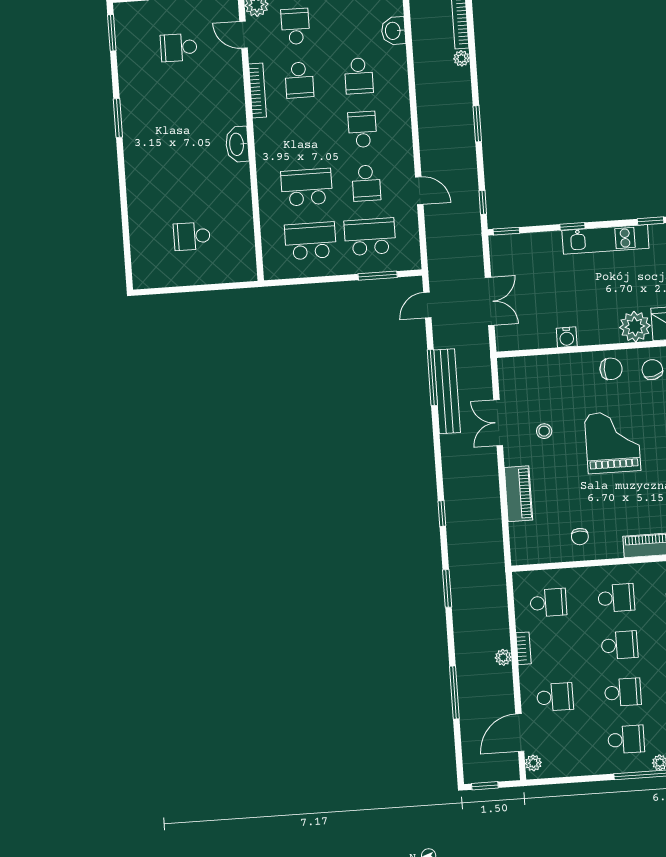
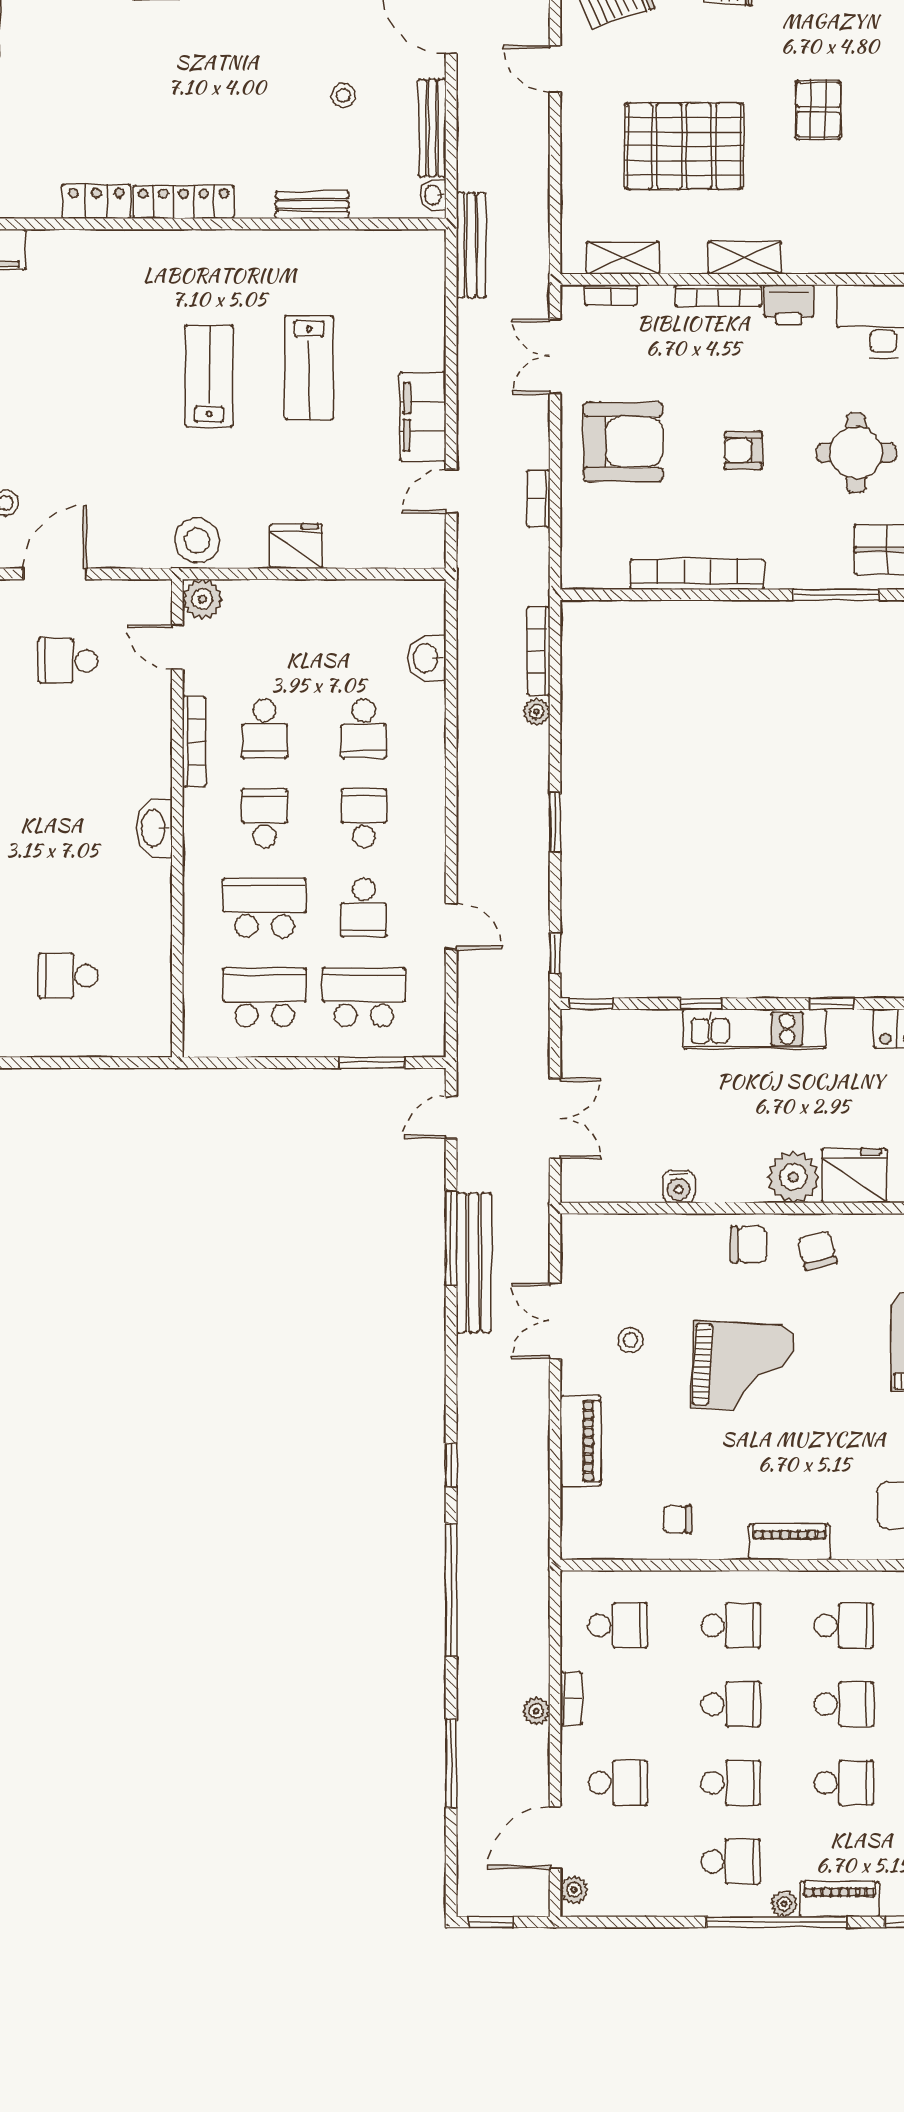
school desk: (295, 26) -> (265, 818), moved
grand piano: (613, 442) -> (743, 1366), turned 93
chair: (580, 537) -> (678, 1519), turned 90
window: (447, 588) -> (451, 1590), width x2.11

